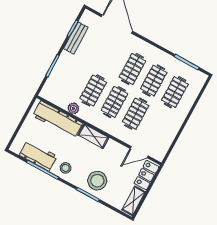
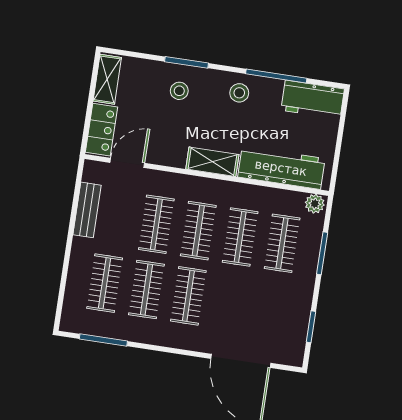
bench: (76, 38) -> (87, 210), moved
clothes rail: (72, 79) -> (282, 243), added
plant: (73, 108) -> (315, 204), moved
workbench: (38, 156) -> (313, 100), moved
stool: (97, 181) -> (179, 91), width x0.53, depth x0.53

